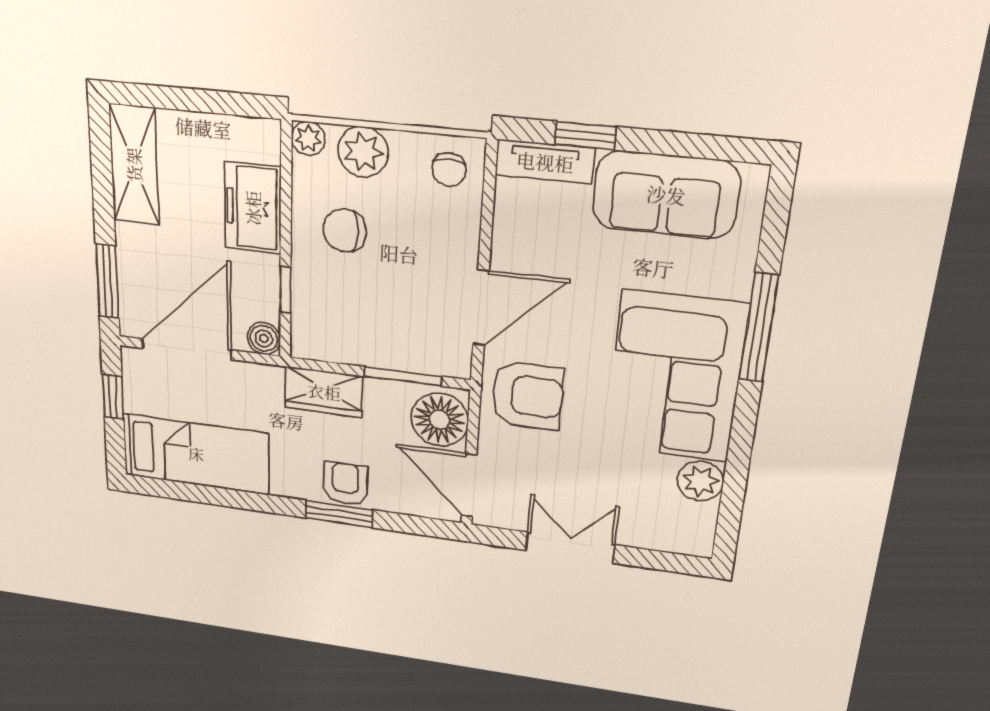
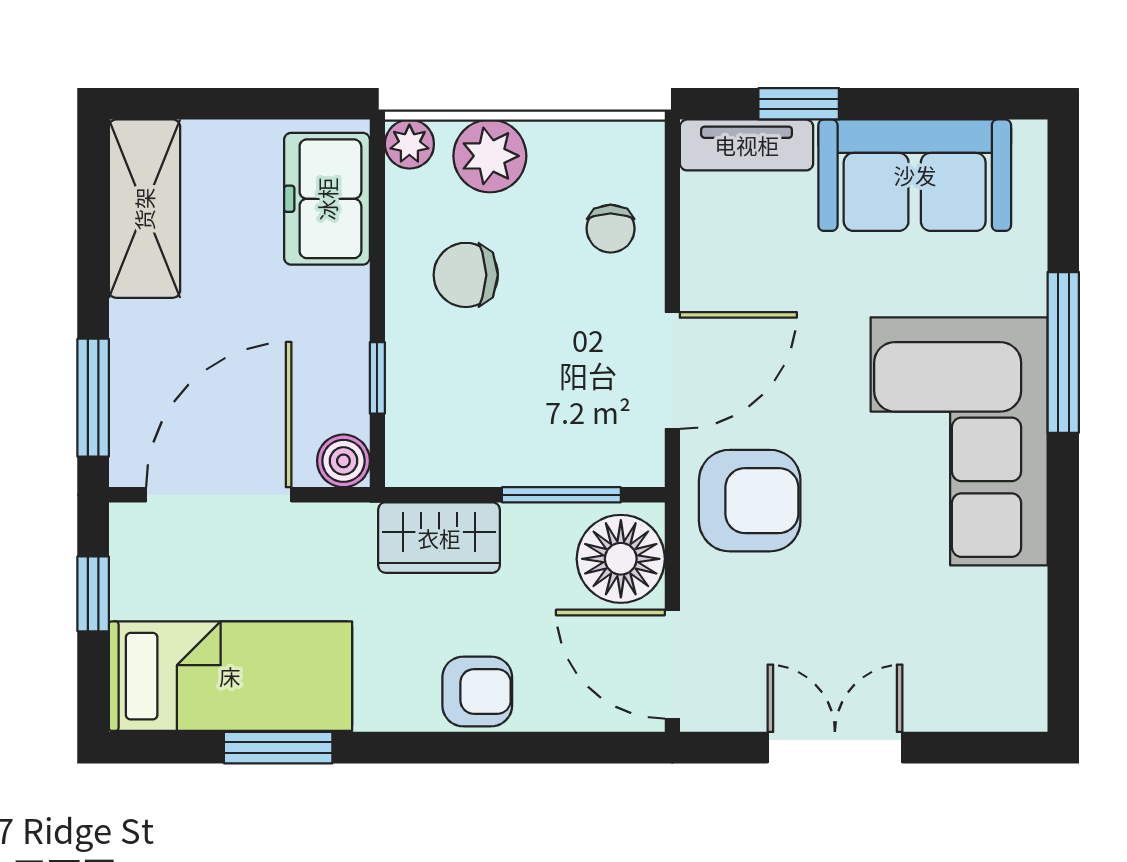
chair: (449, 170) -> (611, 229), moved
freezer: (253, 208) -> (327, 199), moved
plant: (700, 481) -> (1015, 603), removed
armchair: (345, 484) -> (477, 691), turned 90
window: (339, 514) -> (278, 748), moved

